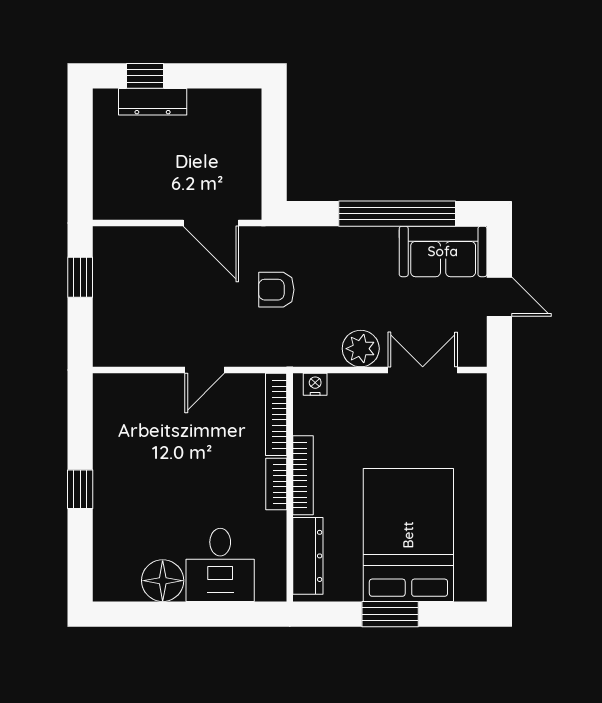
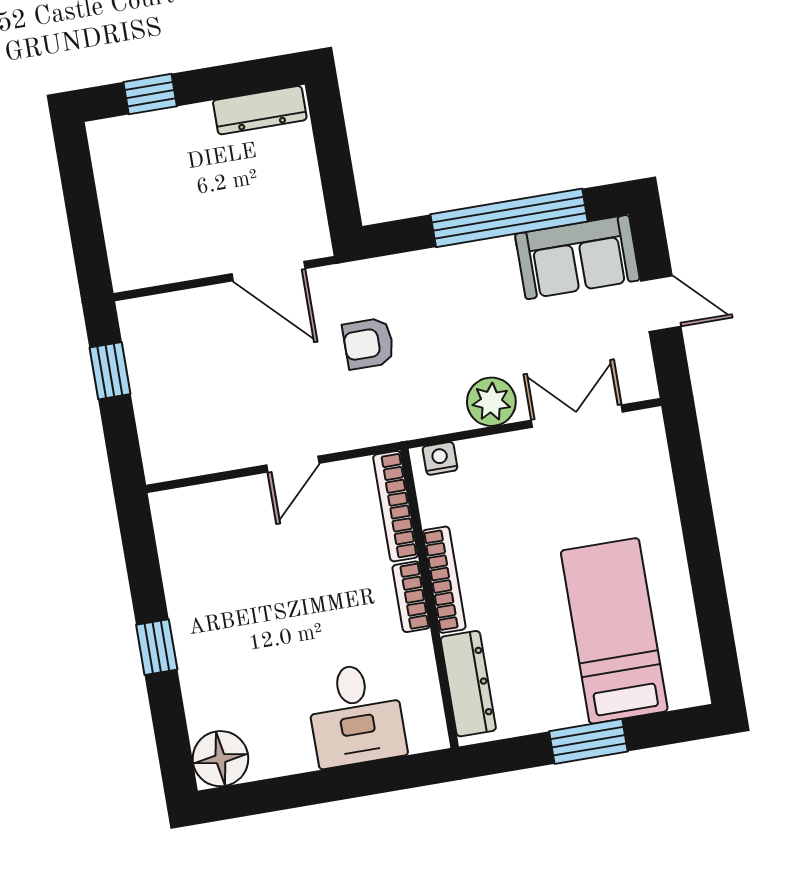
dresser: (153, 102) -> (260, 110), moved
bed: (408, 535) -> (614, 631), width x0.67
floor lamp: (163, 581) -> (220, 759), moved

